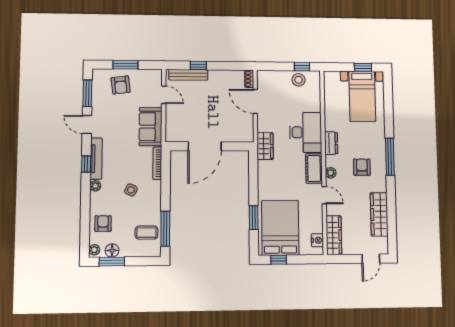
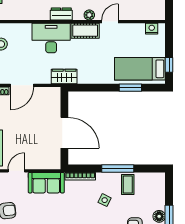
bed: (280, 228) -> (140, 69), width x0.67
window: (165, 229) -> (118, 169), moved
coffee table: (146, 233) -> (128, 185), moved
wardrobe: (334, 235) -> (147, 13), removed

